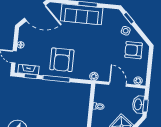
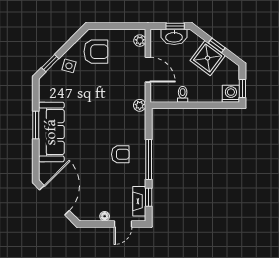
armchair: (133, 50) -> (96, 52), turned -90
armchair: (62, 60) -> (120, 154), width x0.53, depth x0.53
door: (118, 84) -> (148, 70), swing flipped

